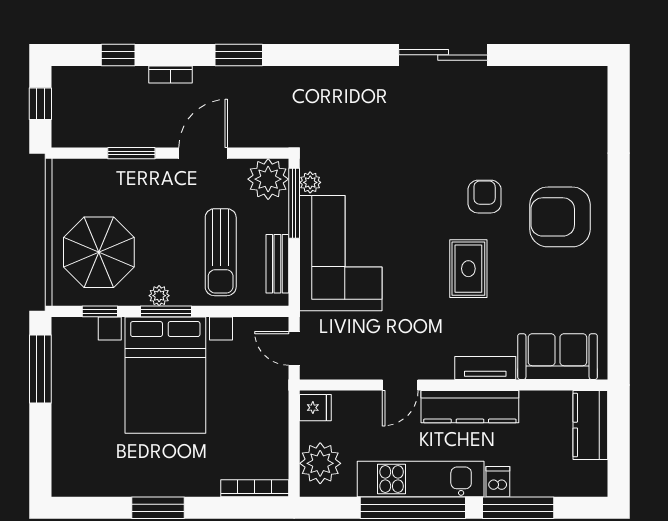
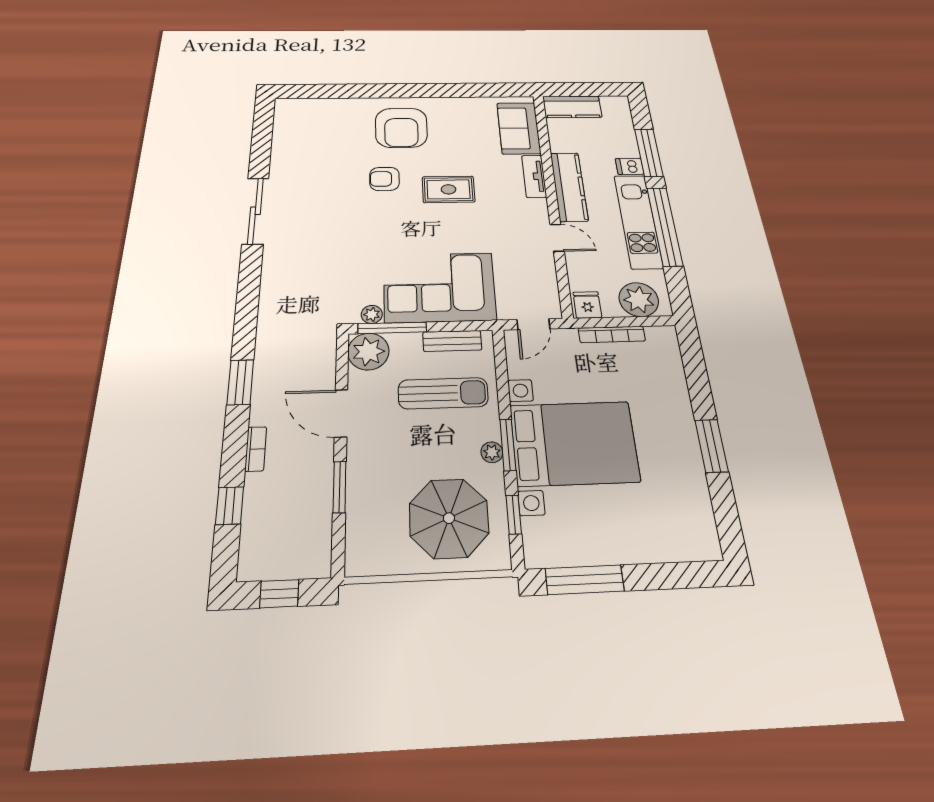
bookcase: (255, 488) -> (612, 334), moved, turned -90

